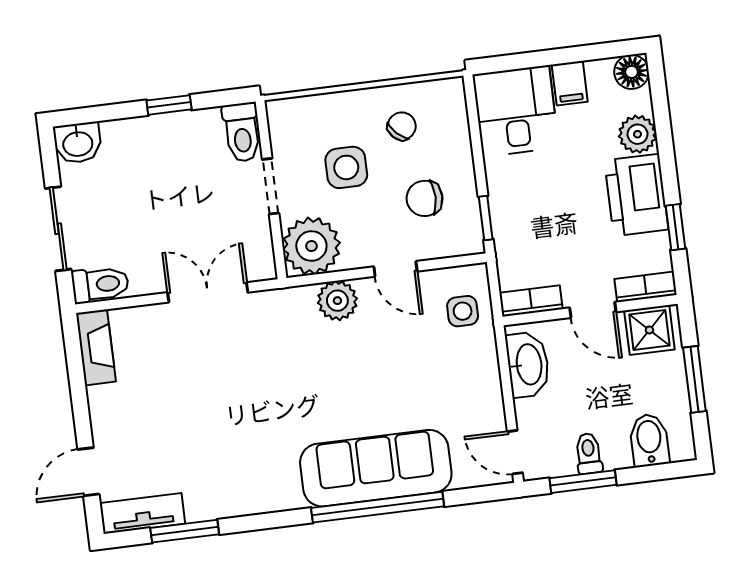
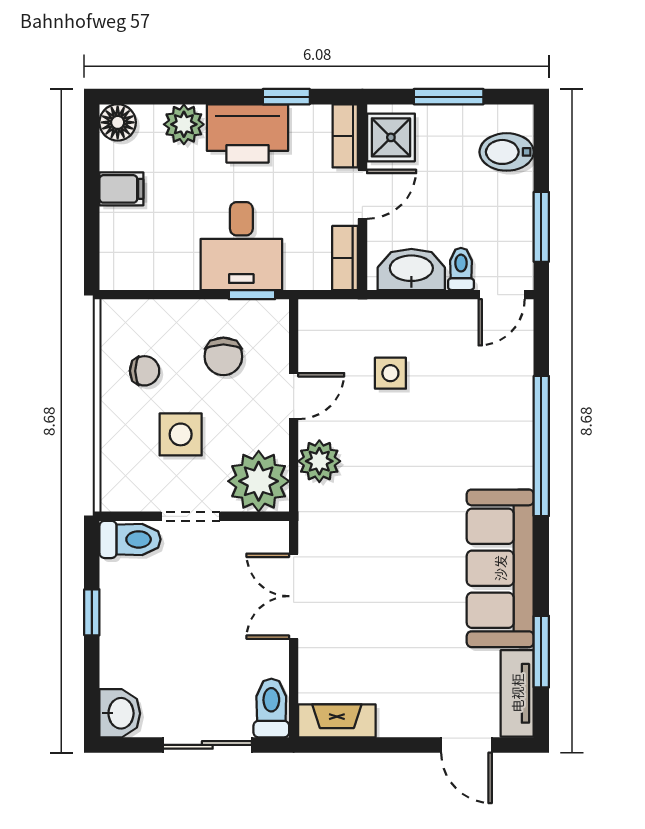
desk: (516, 111) -> (241, 246), moved, turned -90
chair: (402, 126) -> (145, 371), turned 136
side table: (463, 311) -> (390, 373), moved
toilet: (589, 453) -> (461, 269), moved, turned 90
sofa: (376, 468) -> (500, 568), moved

